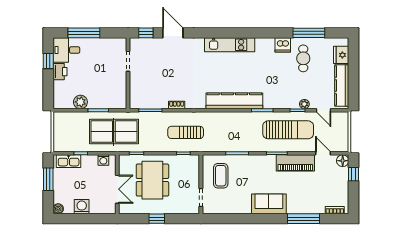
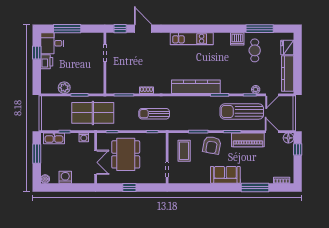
door: (324, 110) -> (272, 95), hinge flipped
sun lounger: (288, 130) -> (242, 112), turned 180
armchair: (253, 169) -> (212, 145), added

